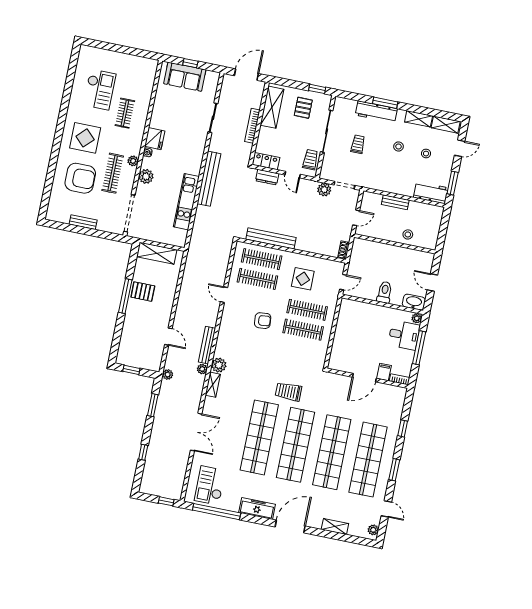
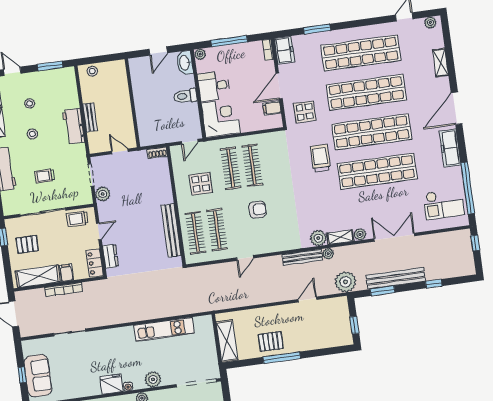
filing cabinet: (266, 133) -> (66, 273), added
bench: (209, 179) -> (396, 278), moved
workbench: (431, 193) -> (73, 126), moved
stool: (408, 234) -> (92, 71), moved
door: (343, 282) -> (190, 142), swing flipped
pallet: (143, 292) -> (271, 341), turned 90
corner desk: (354, 317) -> (221, 118), added
armchair: (263, 321) -> (257, 210), turned 95
desk: (404, 335) -> (214, 86), moved, turned -90
filing cabinet: (384, 372) -> (272, 108), moved
plant: (168, 374) -> (345, 282), width x1.88, depth x1.88
door: (364, 378) -> (279, 86), swing flipped
trolley: (288, 392) -> (320, 158), turned 180
display table: (334, 392) -> (305, 112), added
freezer: (394, 393) -> (284, 50), added
plant: (209, 403) -> (360, 234), added
window: (403, 428) -> (317, 29), width x1.50
window: (394, 470) -> (362, 23), removed
door: (290, 527) -> (457, 108), hinge flipped

